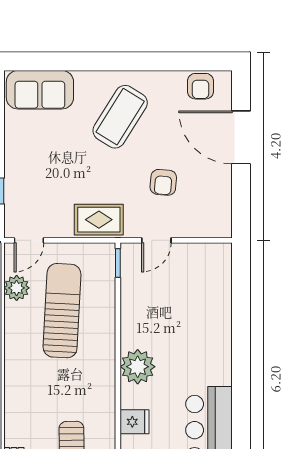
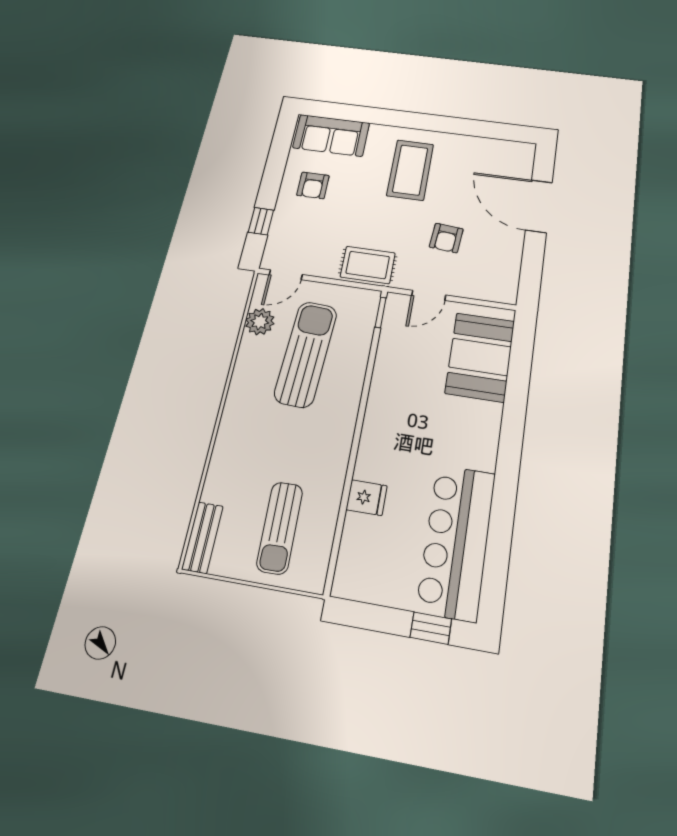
armchair: (201, 86) -> (313, 185), moved
coffee table: (120, 117) -> (410, 170), turned -32
booth: (207, 290) -> (480, 357), added
plant: (138, 367) -> (382, 431), removed

